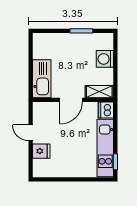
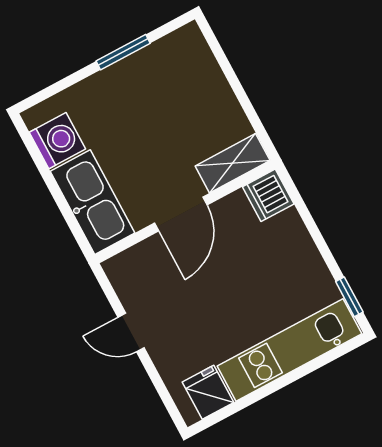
washing machine: (105, 59) -> (57, 141), moved, turned 180
kitchen unit: (105, 148) -> (289, 350), moved, turned 90
fridge: (41, 151) -> (208, 392), moved, turned -90

